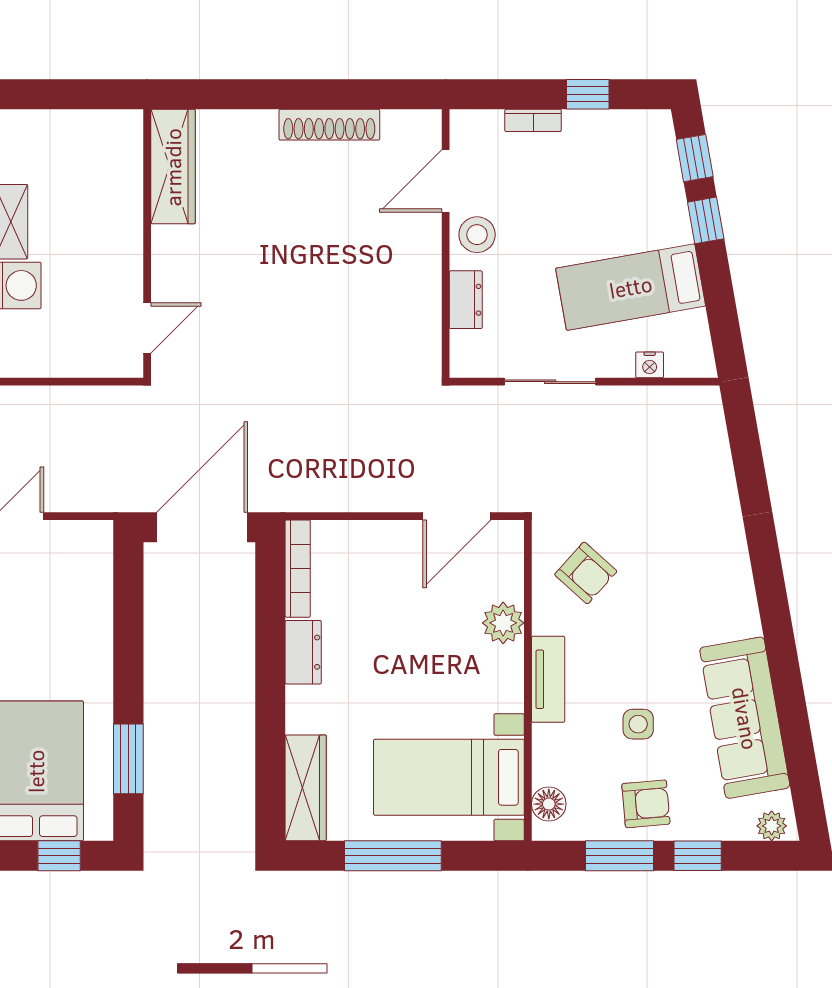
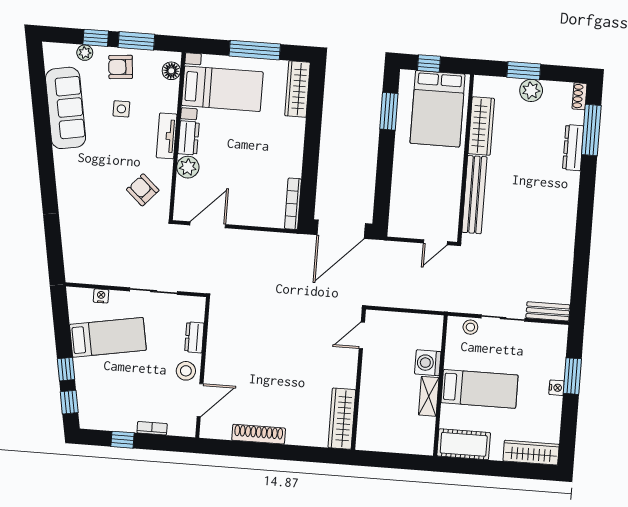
dresser: (303, 652) -> (189, 138), moved, turned 180
plant: (772, 826) -> (85, 53), moved

